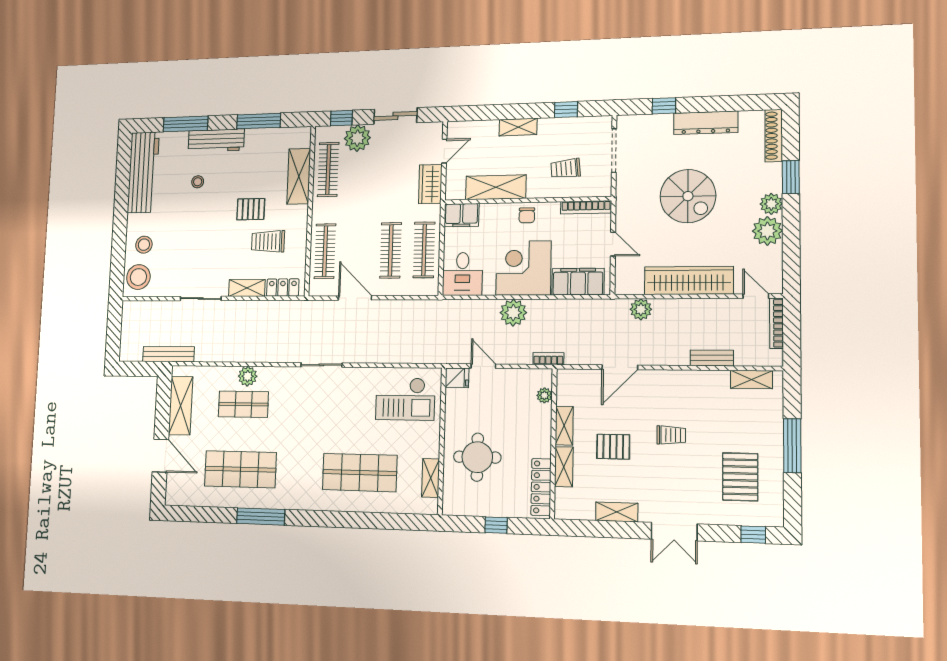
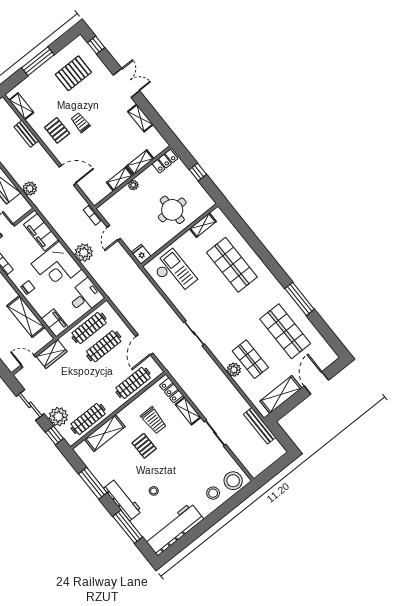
door: (483, 366) -> (114, 233), moved
plant: (544, 395) -> (133, 185), moved
pallet: (613, 447) -> (57, 130), moved
locker: (541, 487) -> (165, 161), width x0.66

